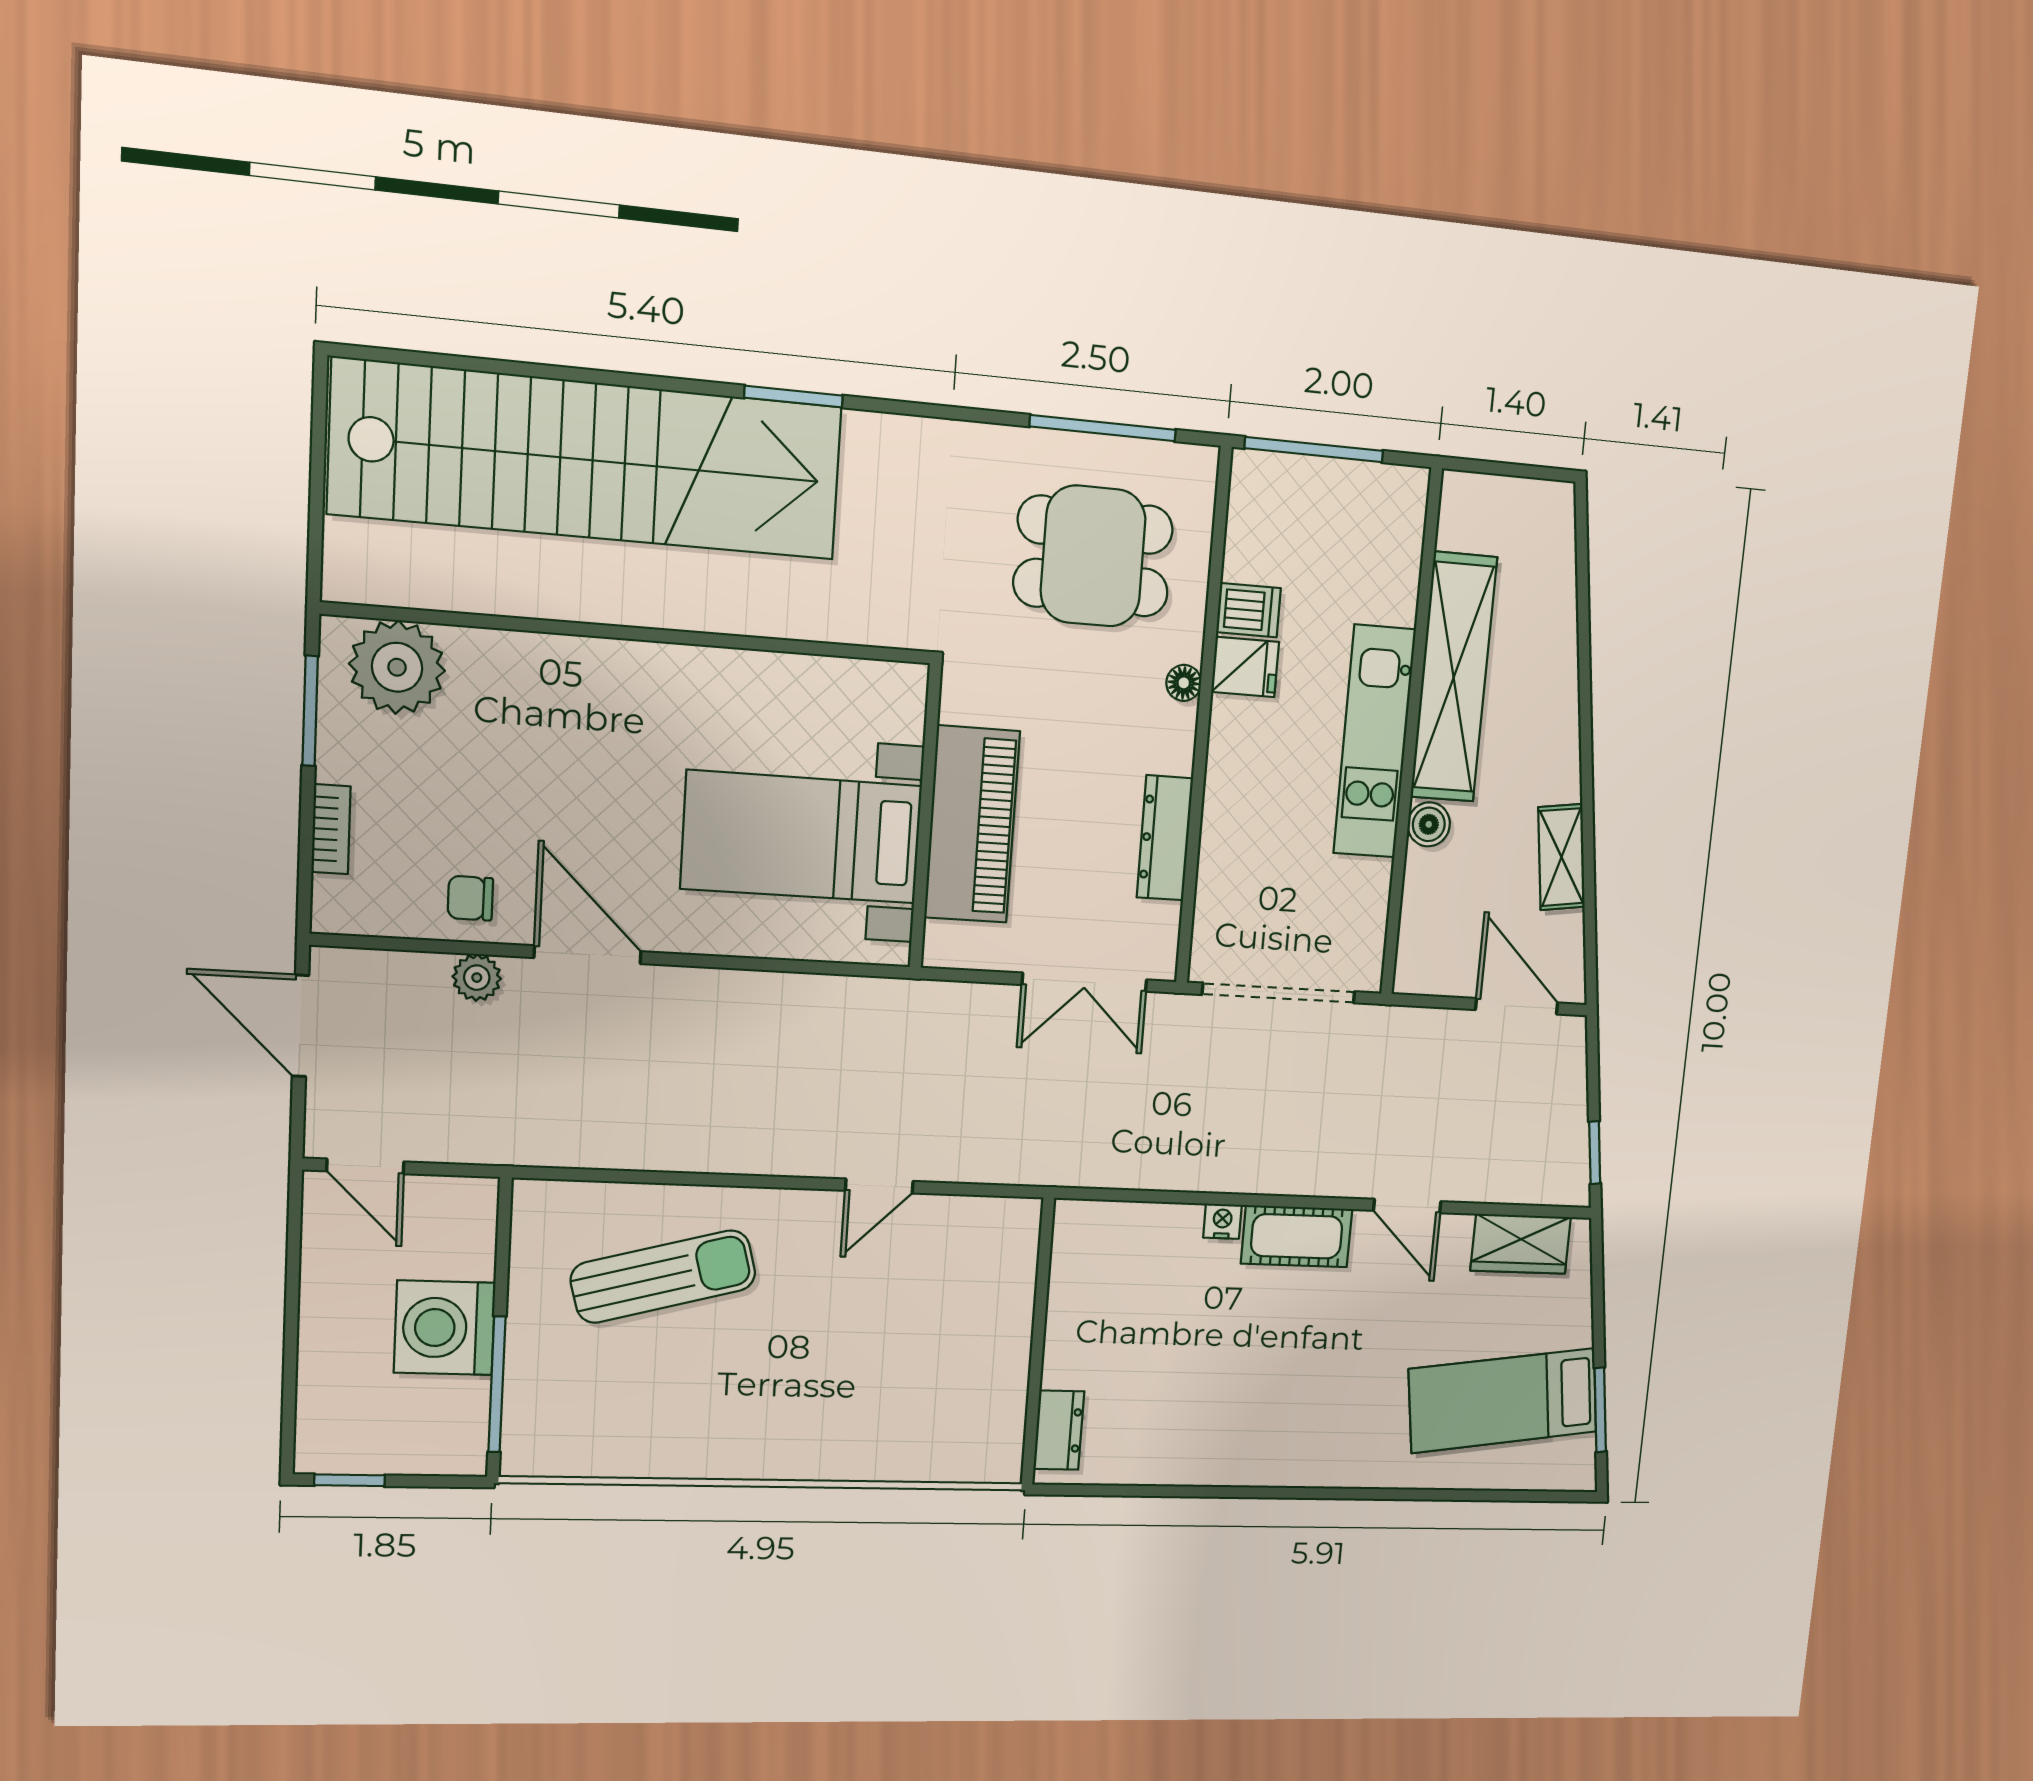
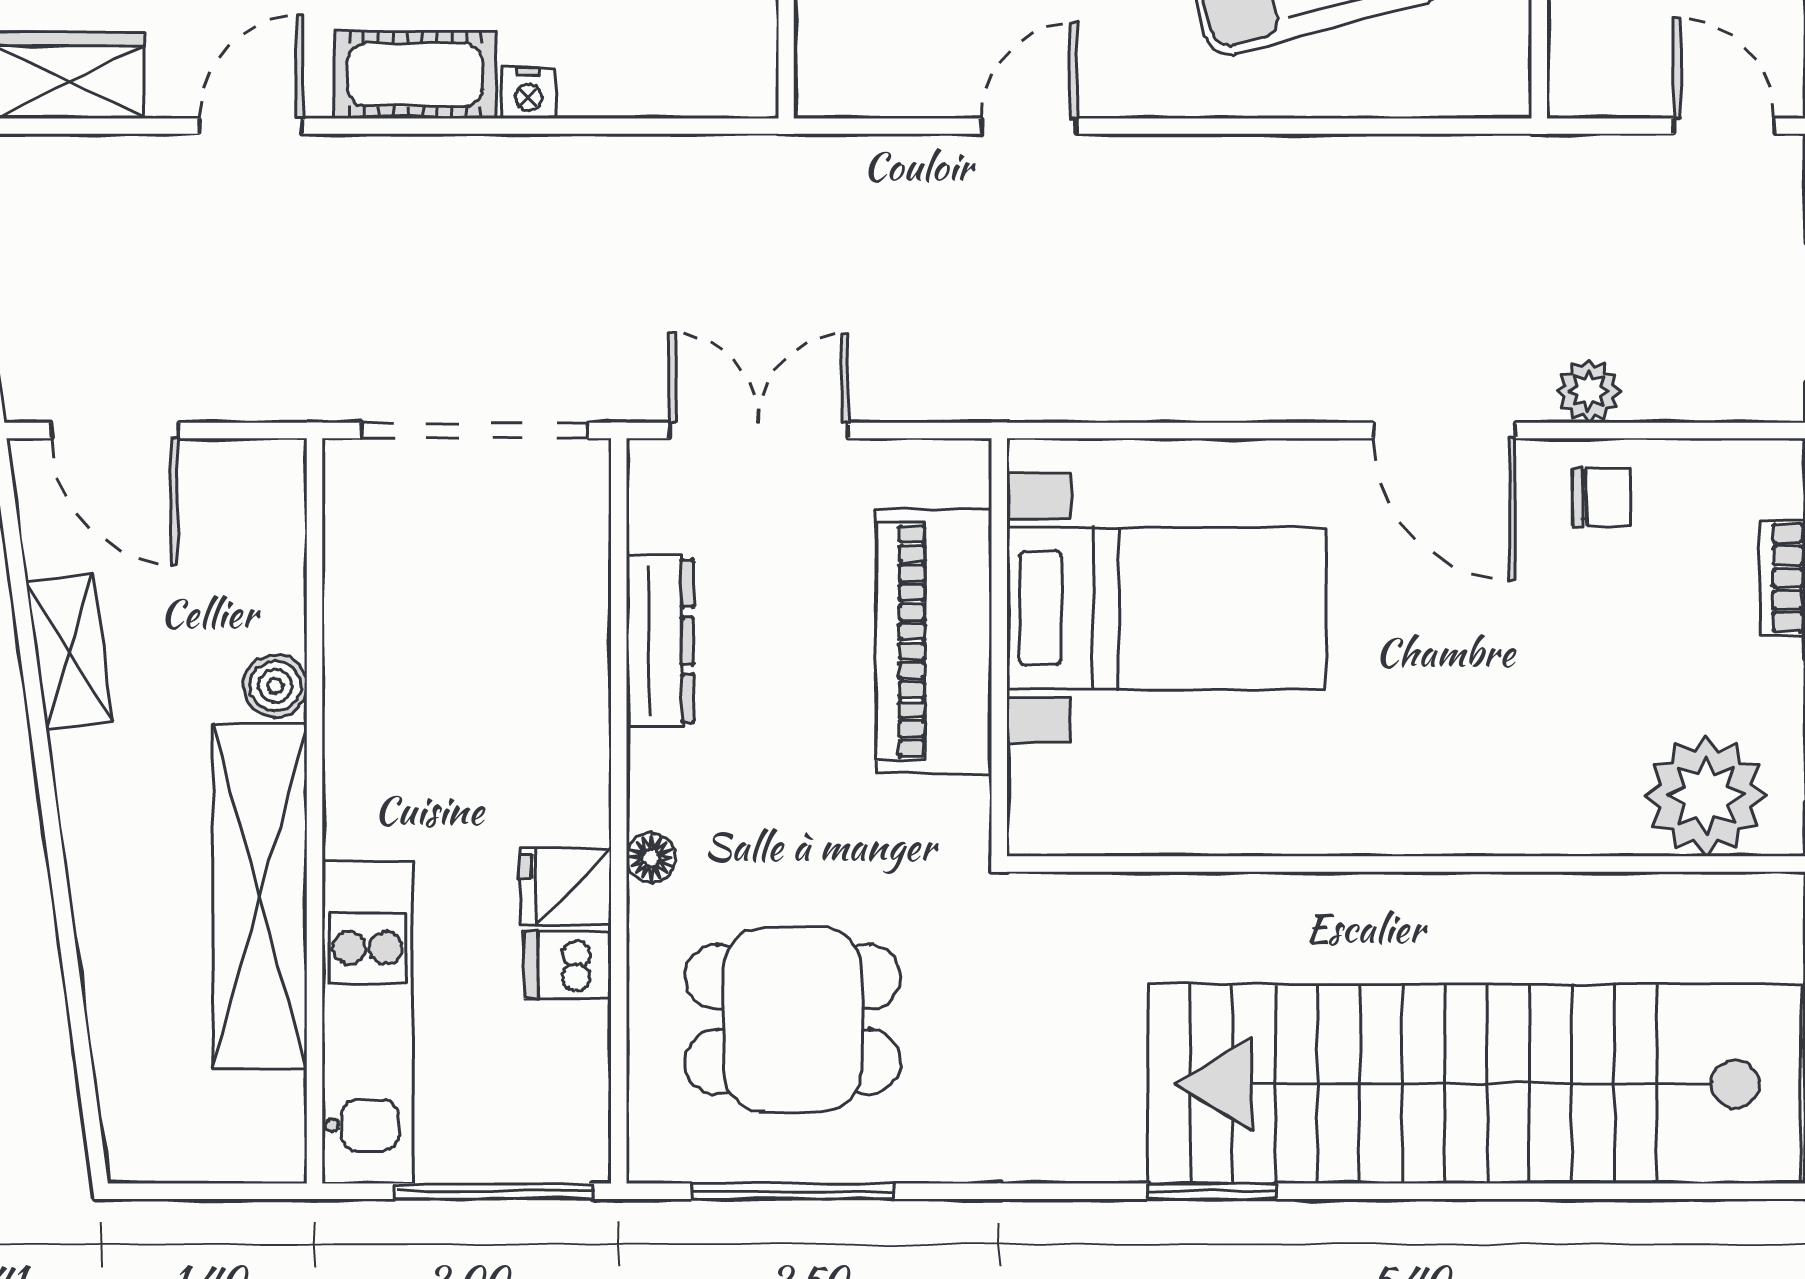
kitchen unit: (1375, 742) -> (368, 1022), moved
door: (1407, 1206) -> (251, 126), hinge flipped

